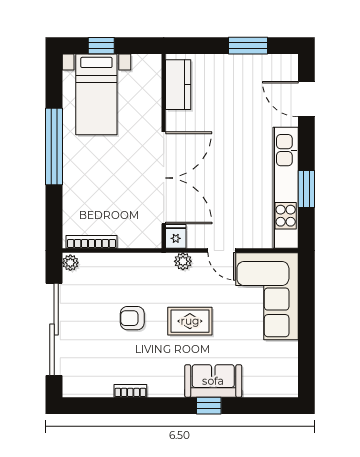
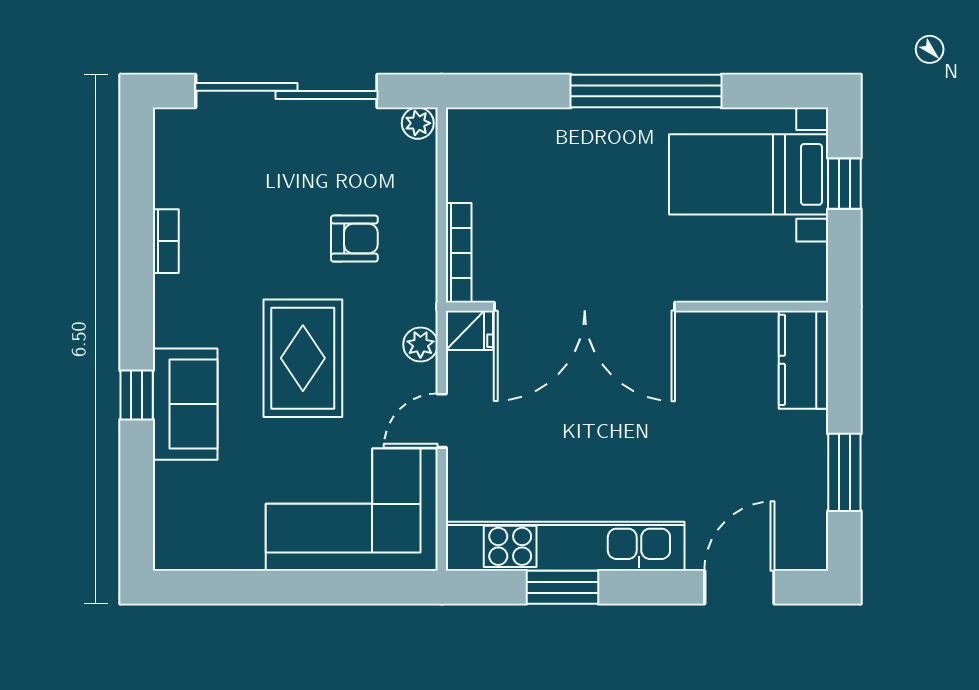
kitchen counter: (178, 85) -> (804, 360), moved, turned 90
bookcase: (92, 242) -> (459, 253), moved
armchair: (132, 318) -> (354, 239), moved, turned 90
rug: (190, 321) -> (303, 358), width x1.36, depth x1.43

